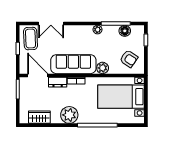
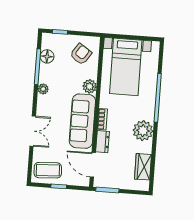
double door: (51, 24) -> (33, 131), moved
door: (38, 75) -> (93, 165), hinge flipped

